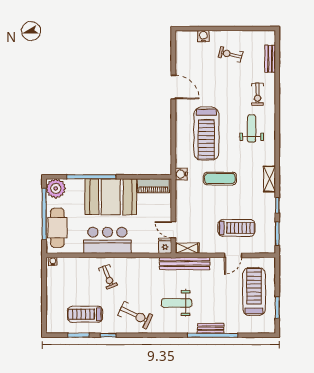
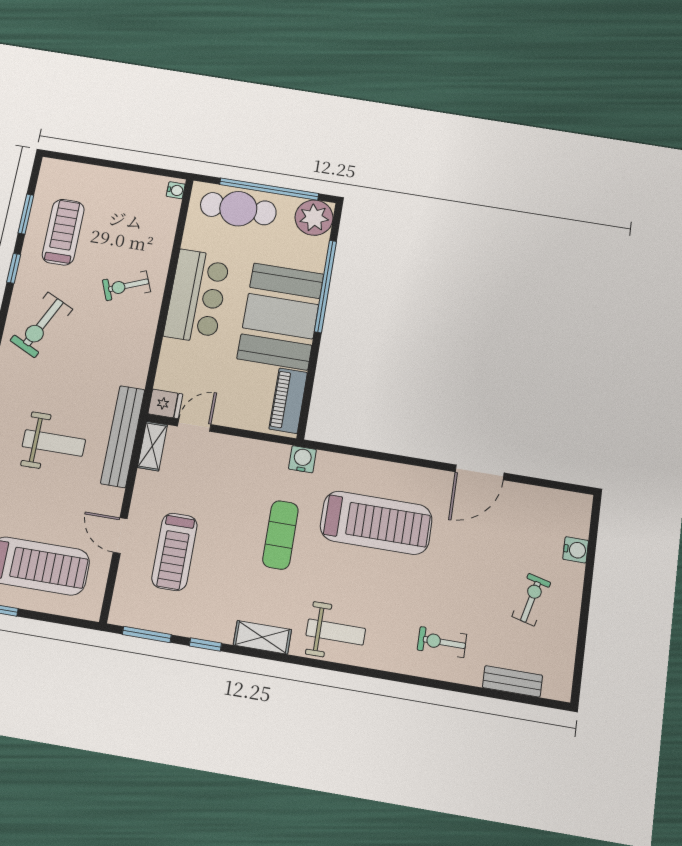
weight bench: (252, 128) -> (336, 632), moved
treadmill: (206, 134) -> (376, 523), turned 180
weight bench: (177, 303) -> (54, 443), moved, turned 90

